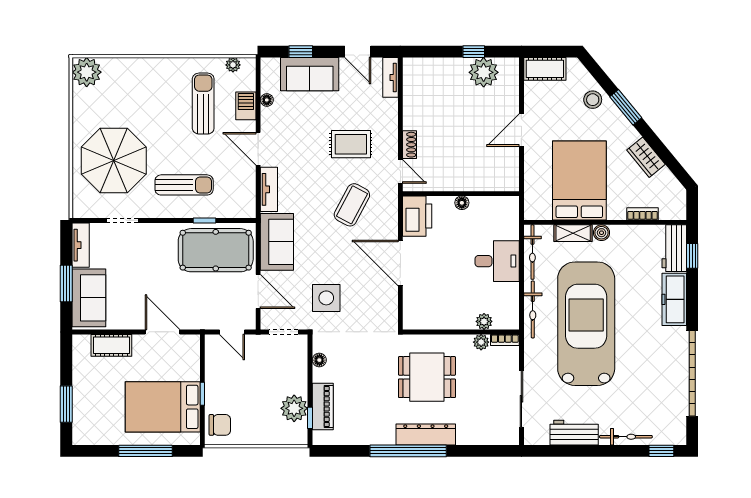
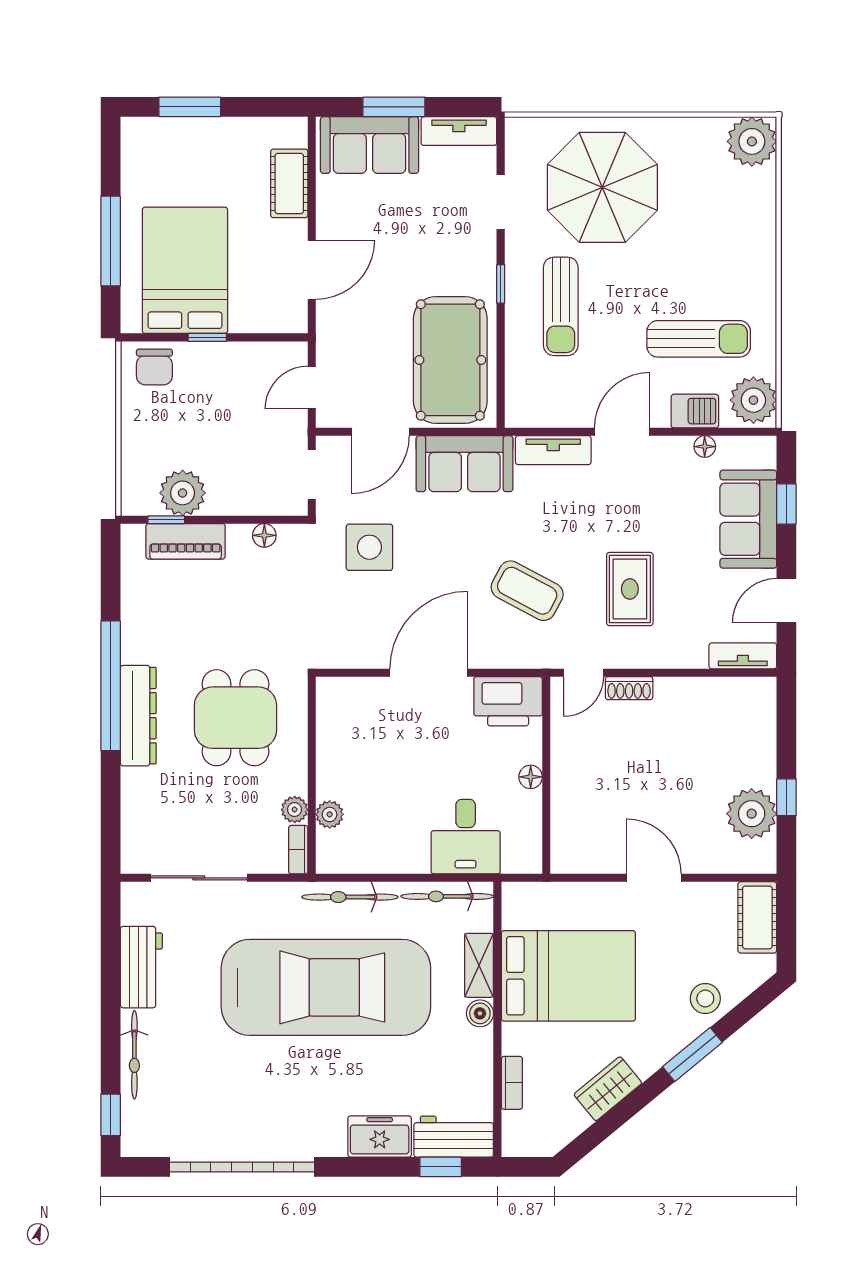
plant: (233, 65) -> (753, 400), width x1.87, depth x1.87
window: (204, 220) -> (501, 284), moved
desk: (497, 261) -> (466, 837), moved
freezer: (674, 299) -> (380, 1137), width x0.71

